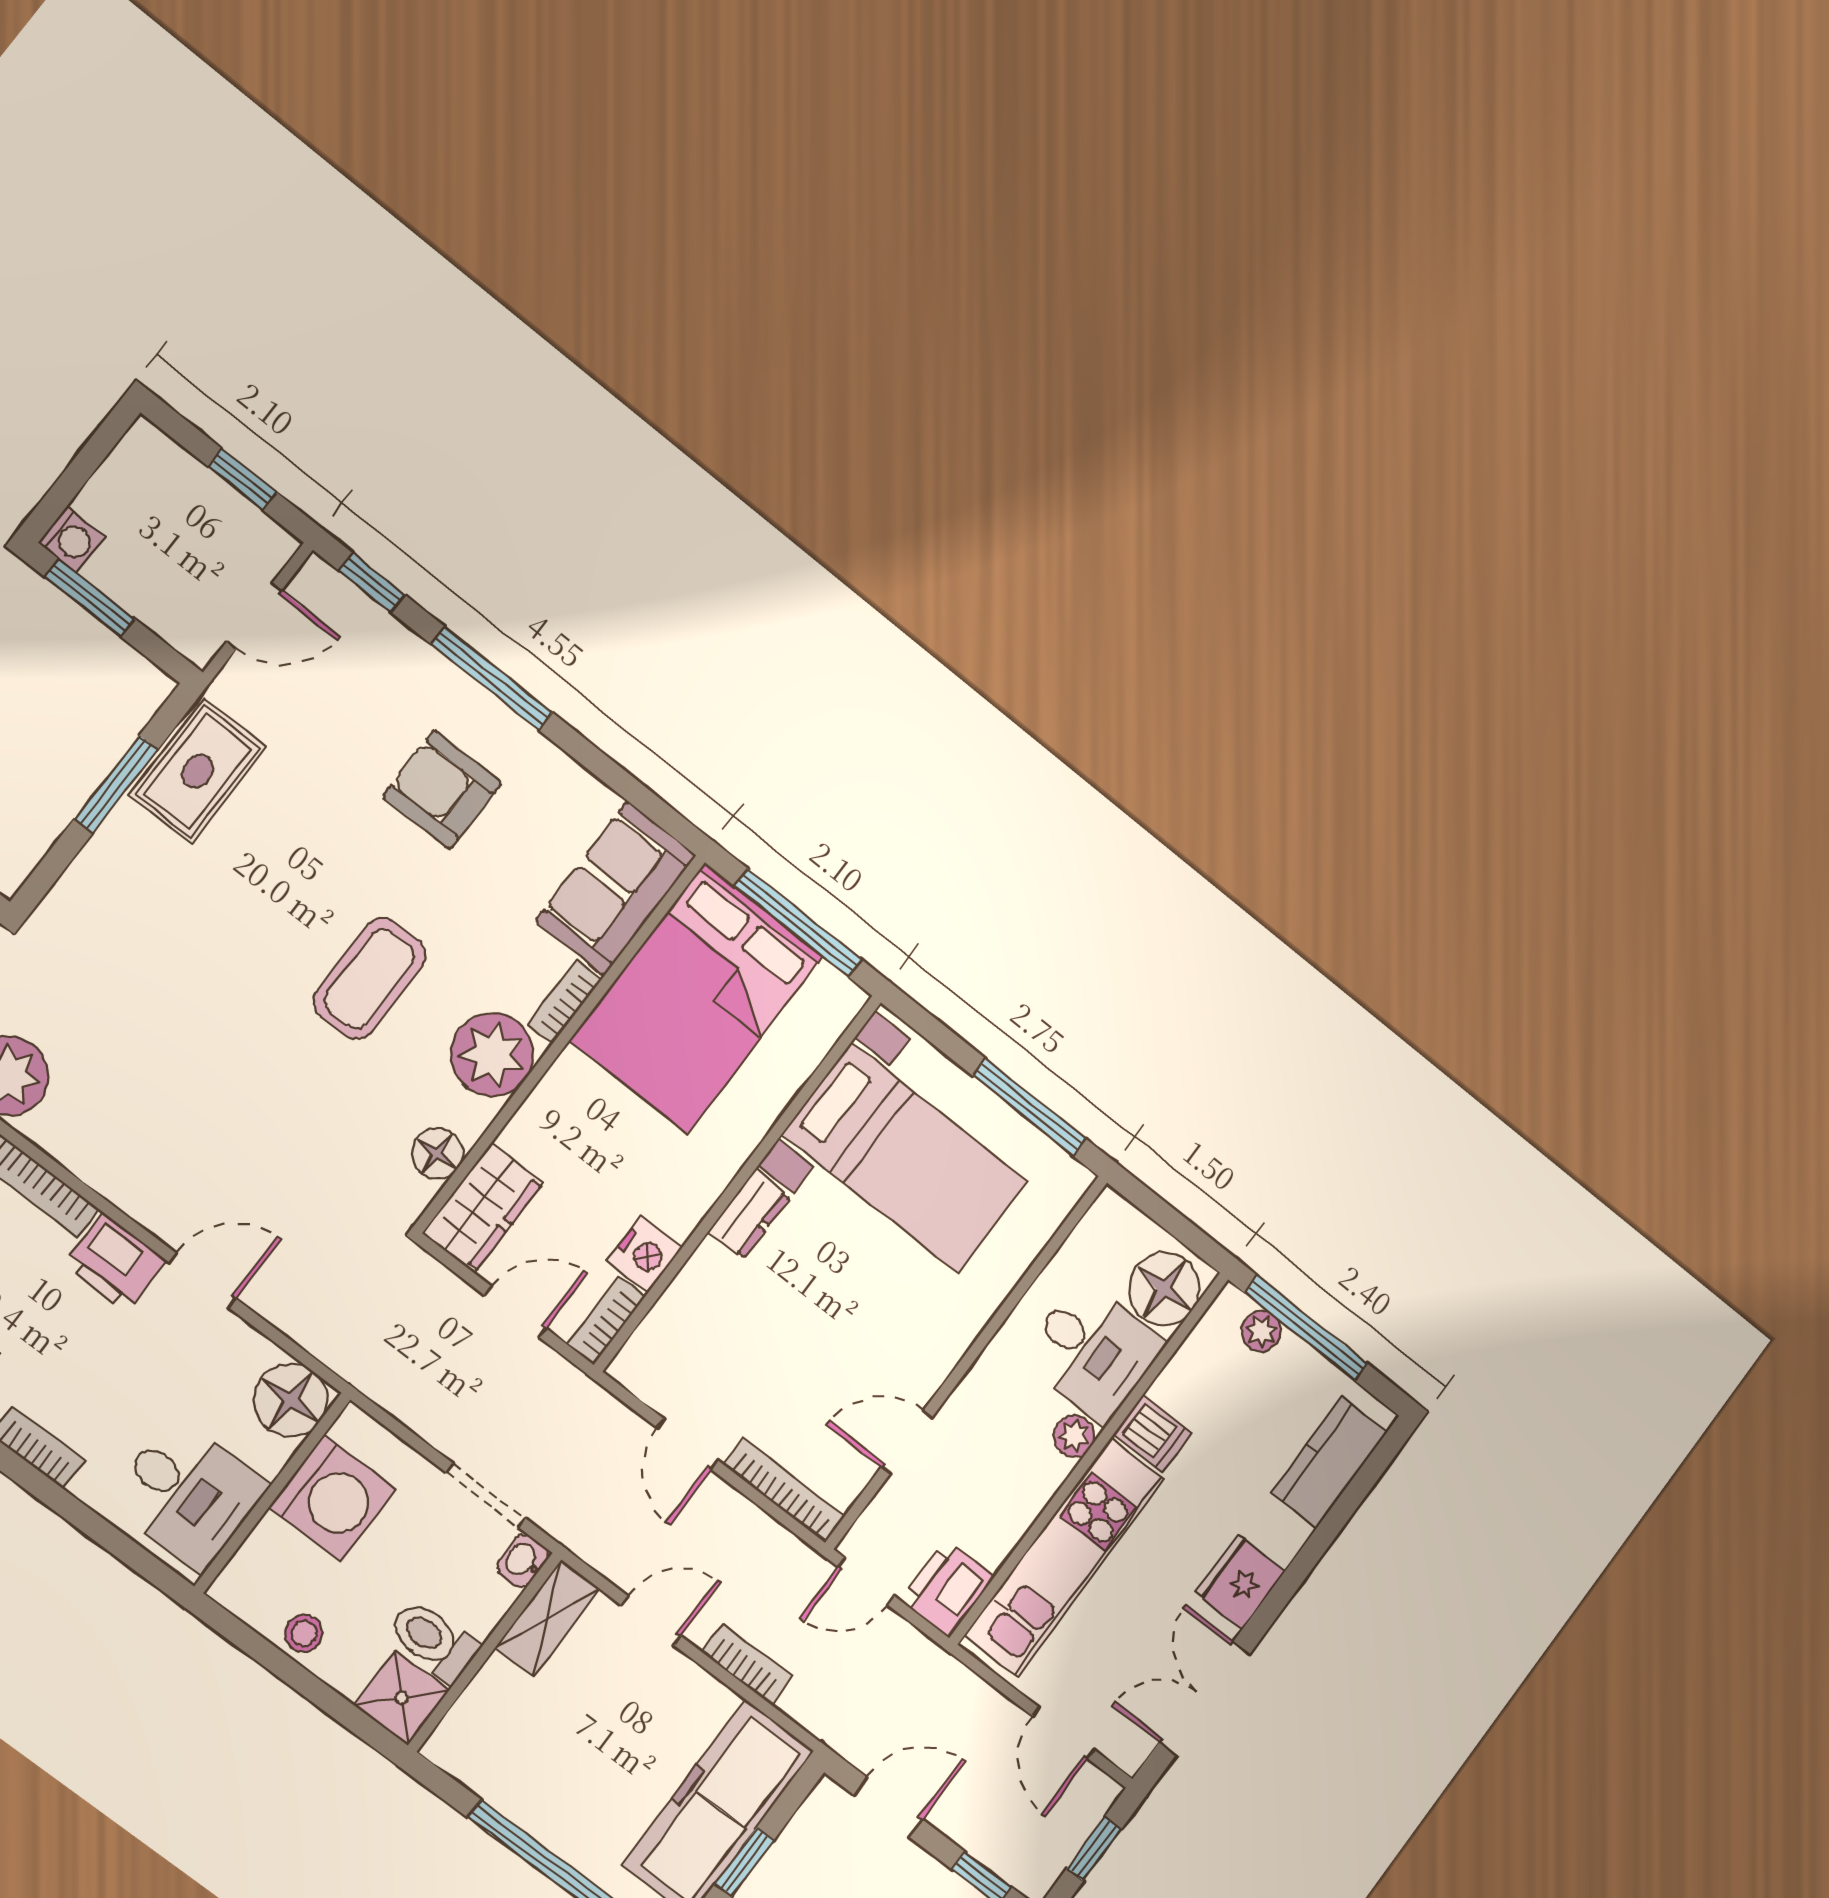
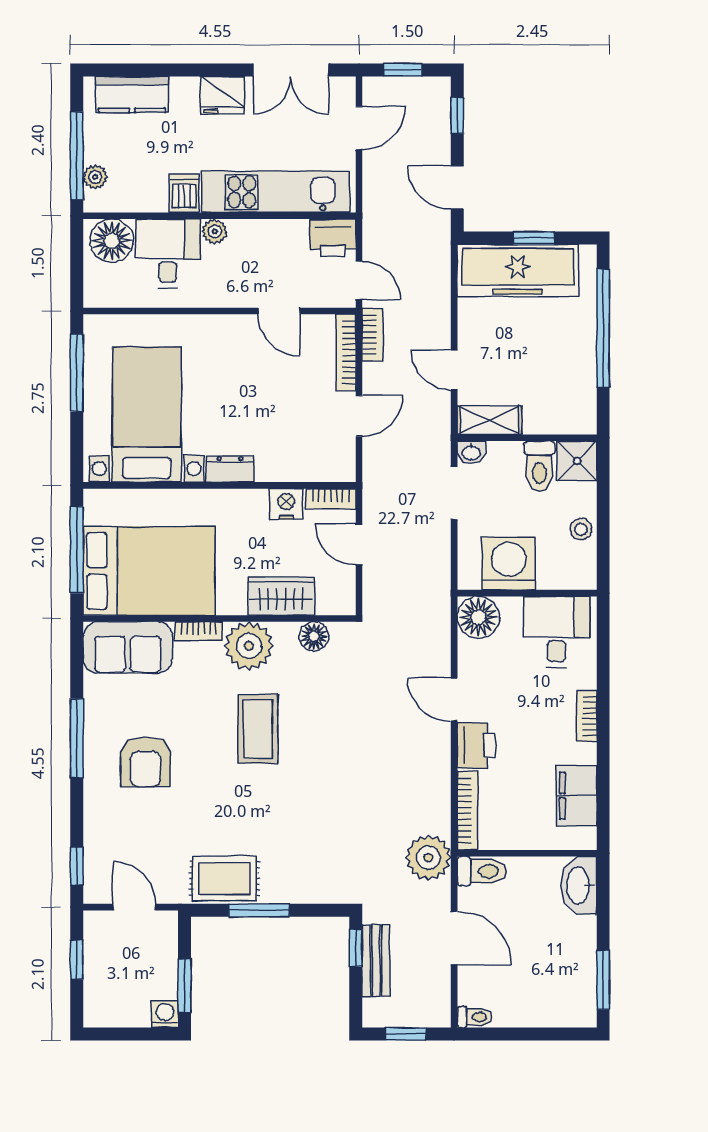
window: (492, 678) -> (77, 738), moved
coffee table: (370, 979) -> (258, 729), turned 90
wardrobe: (483, 1208) -> (281, 596), moved
bookcase: (747, 1664) -> (373, 334), moved, turned 180

